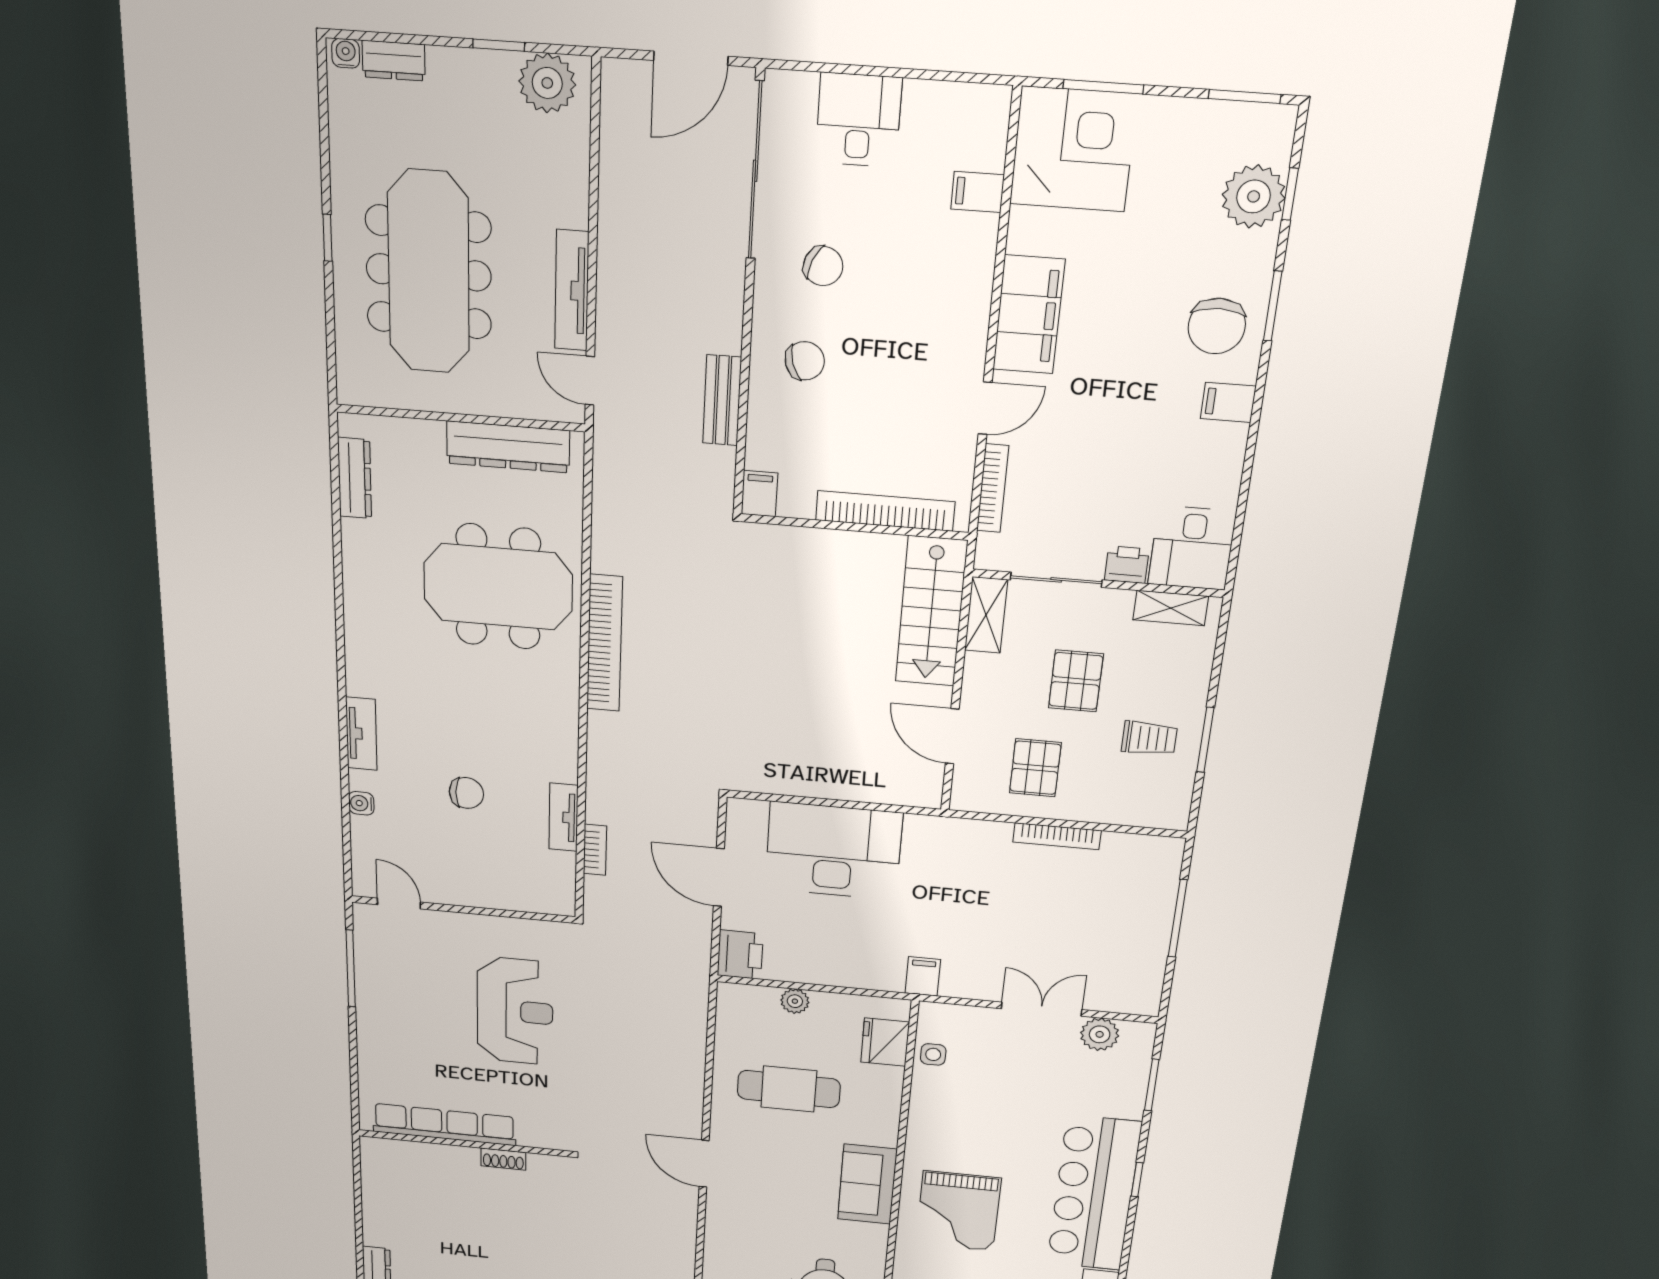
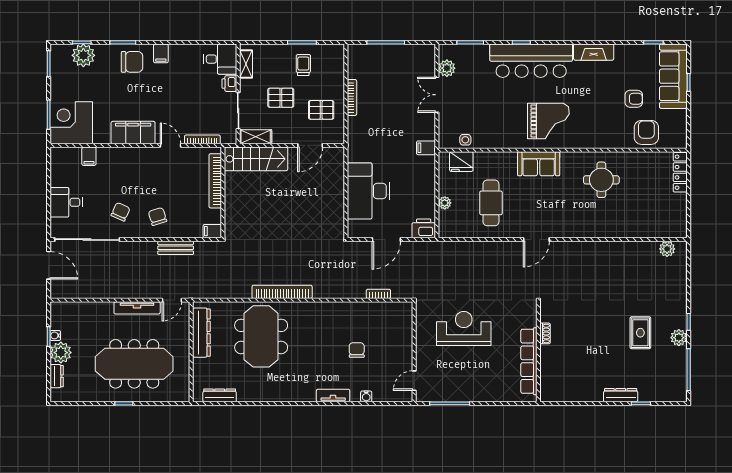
water cooler: (346, 53) -> (55, 335), moved
plant: (547, 83) -> (61, 353), moved
tv unit: (563, 817) -> (364, 308), removed

